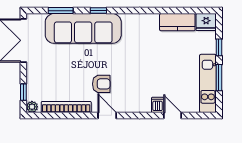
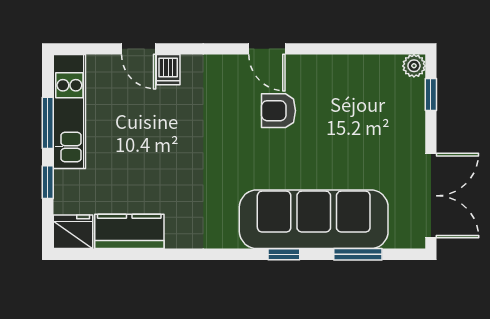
bookcase: (66, 107) -> (347, 65), removed

